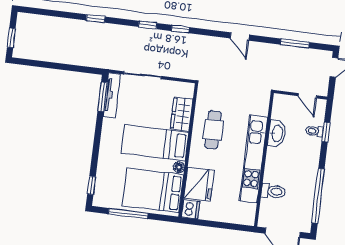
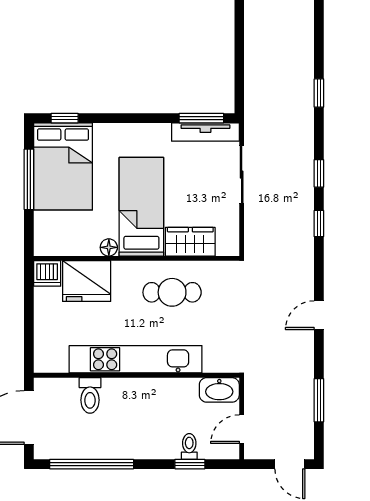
washbasin: (277, 133) -> (219, 390), moved
bed: (153, 190) -> (63, 166), moved, turned 180

